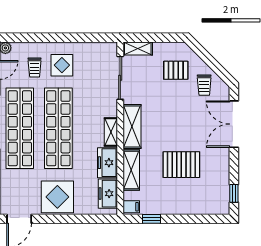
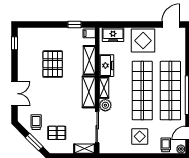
window: (207, 58) -> (34, 142), added
trolley: (35, 67) -> (166, 145), moved
plant: (109, 108) -> (105, 105), added
double door: (234, 124) -> (14, 94), width x0.73
pallet: (181, 165) -> (53, 64), turned 90
freezer: (108, 194) -> (113, 35), moved, turned 90

